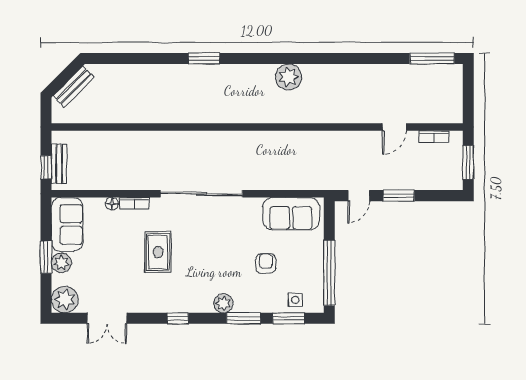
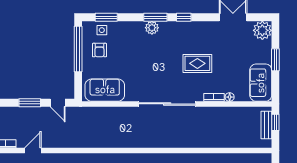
door: (359, 196) -> (58, 103), swing flipped
rug: (158, 252) -> (197, 63), turned 90
plant: (61, 263) -> (265, 56), removed
armchair: (266, 264) -> (99, 50), moved
window: (243, 318) -> (155, 17), moved

